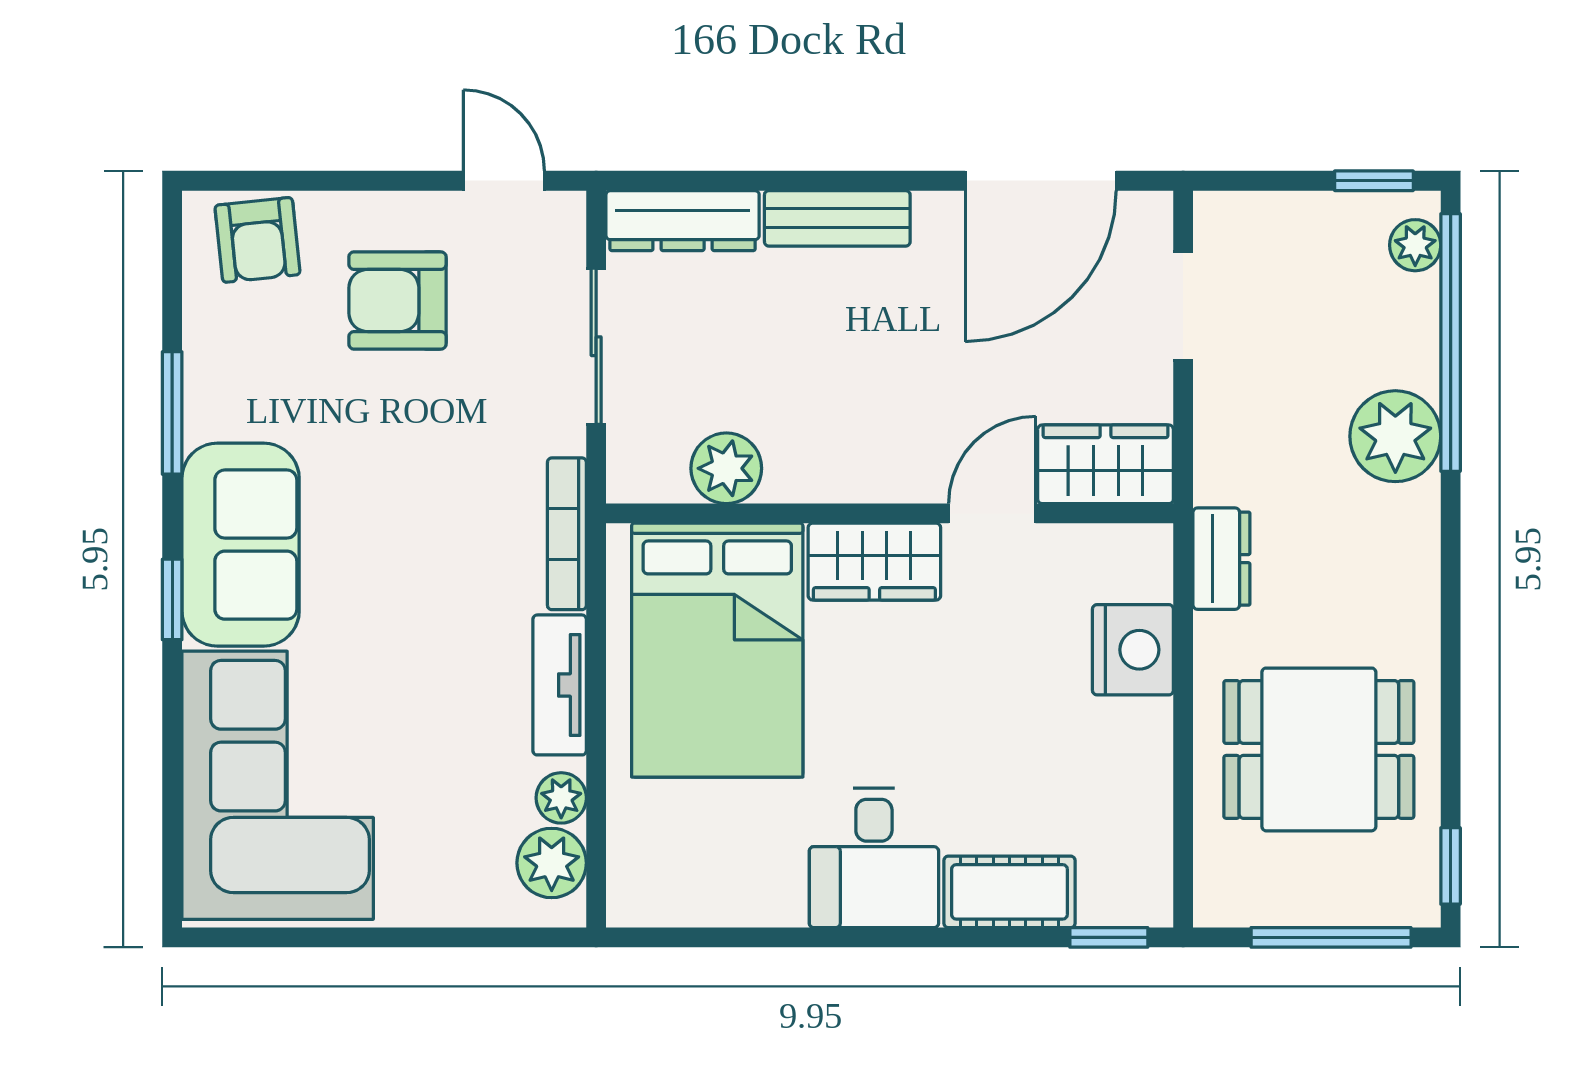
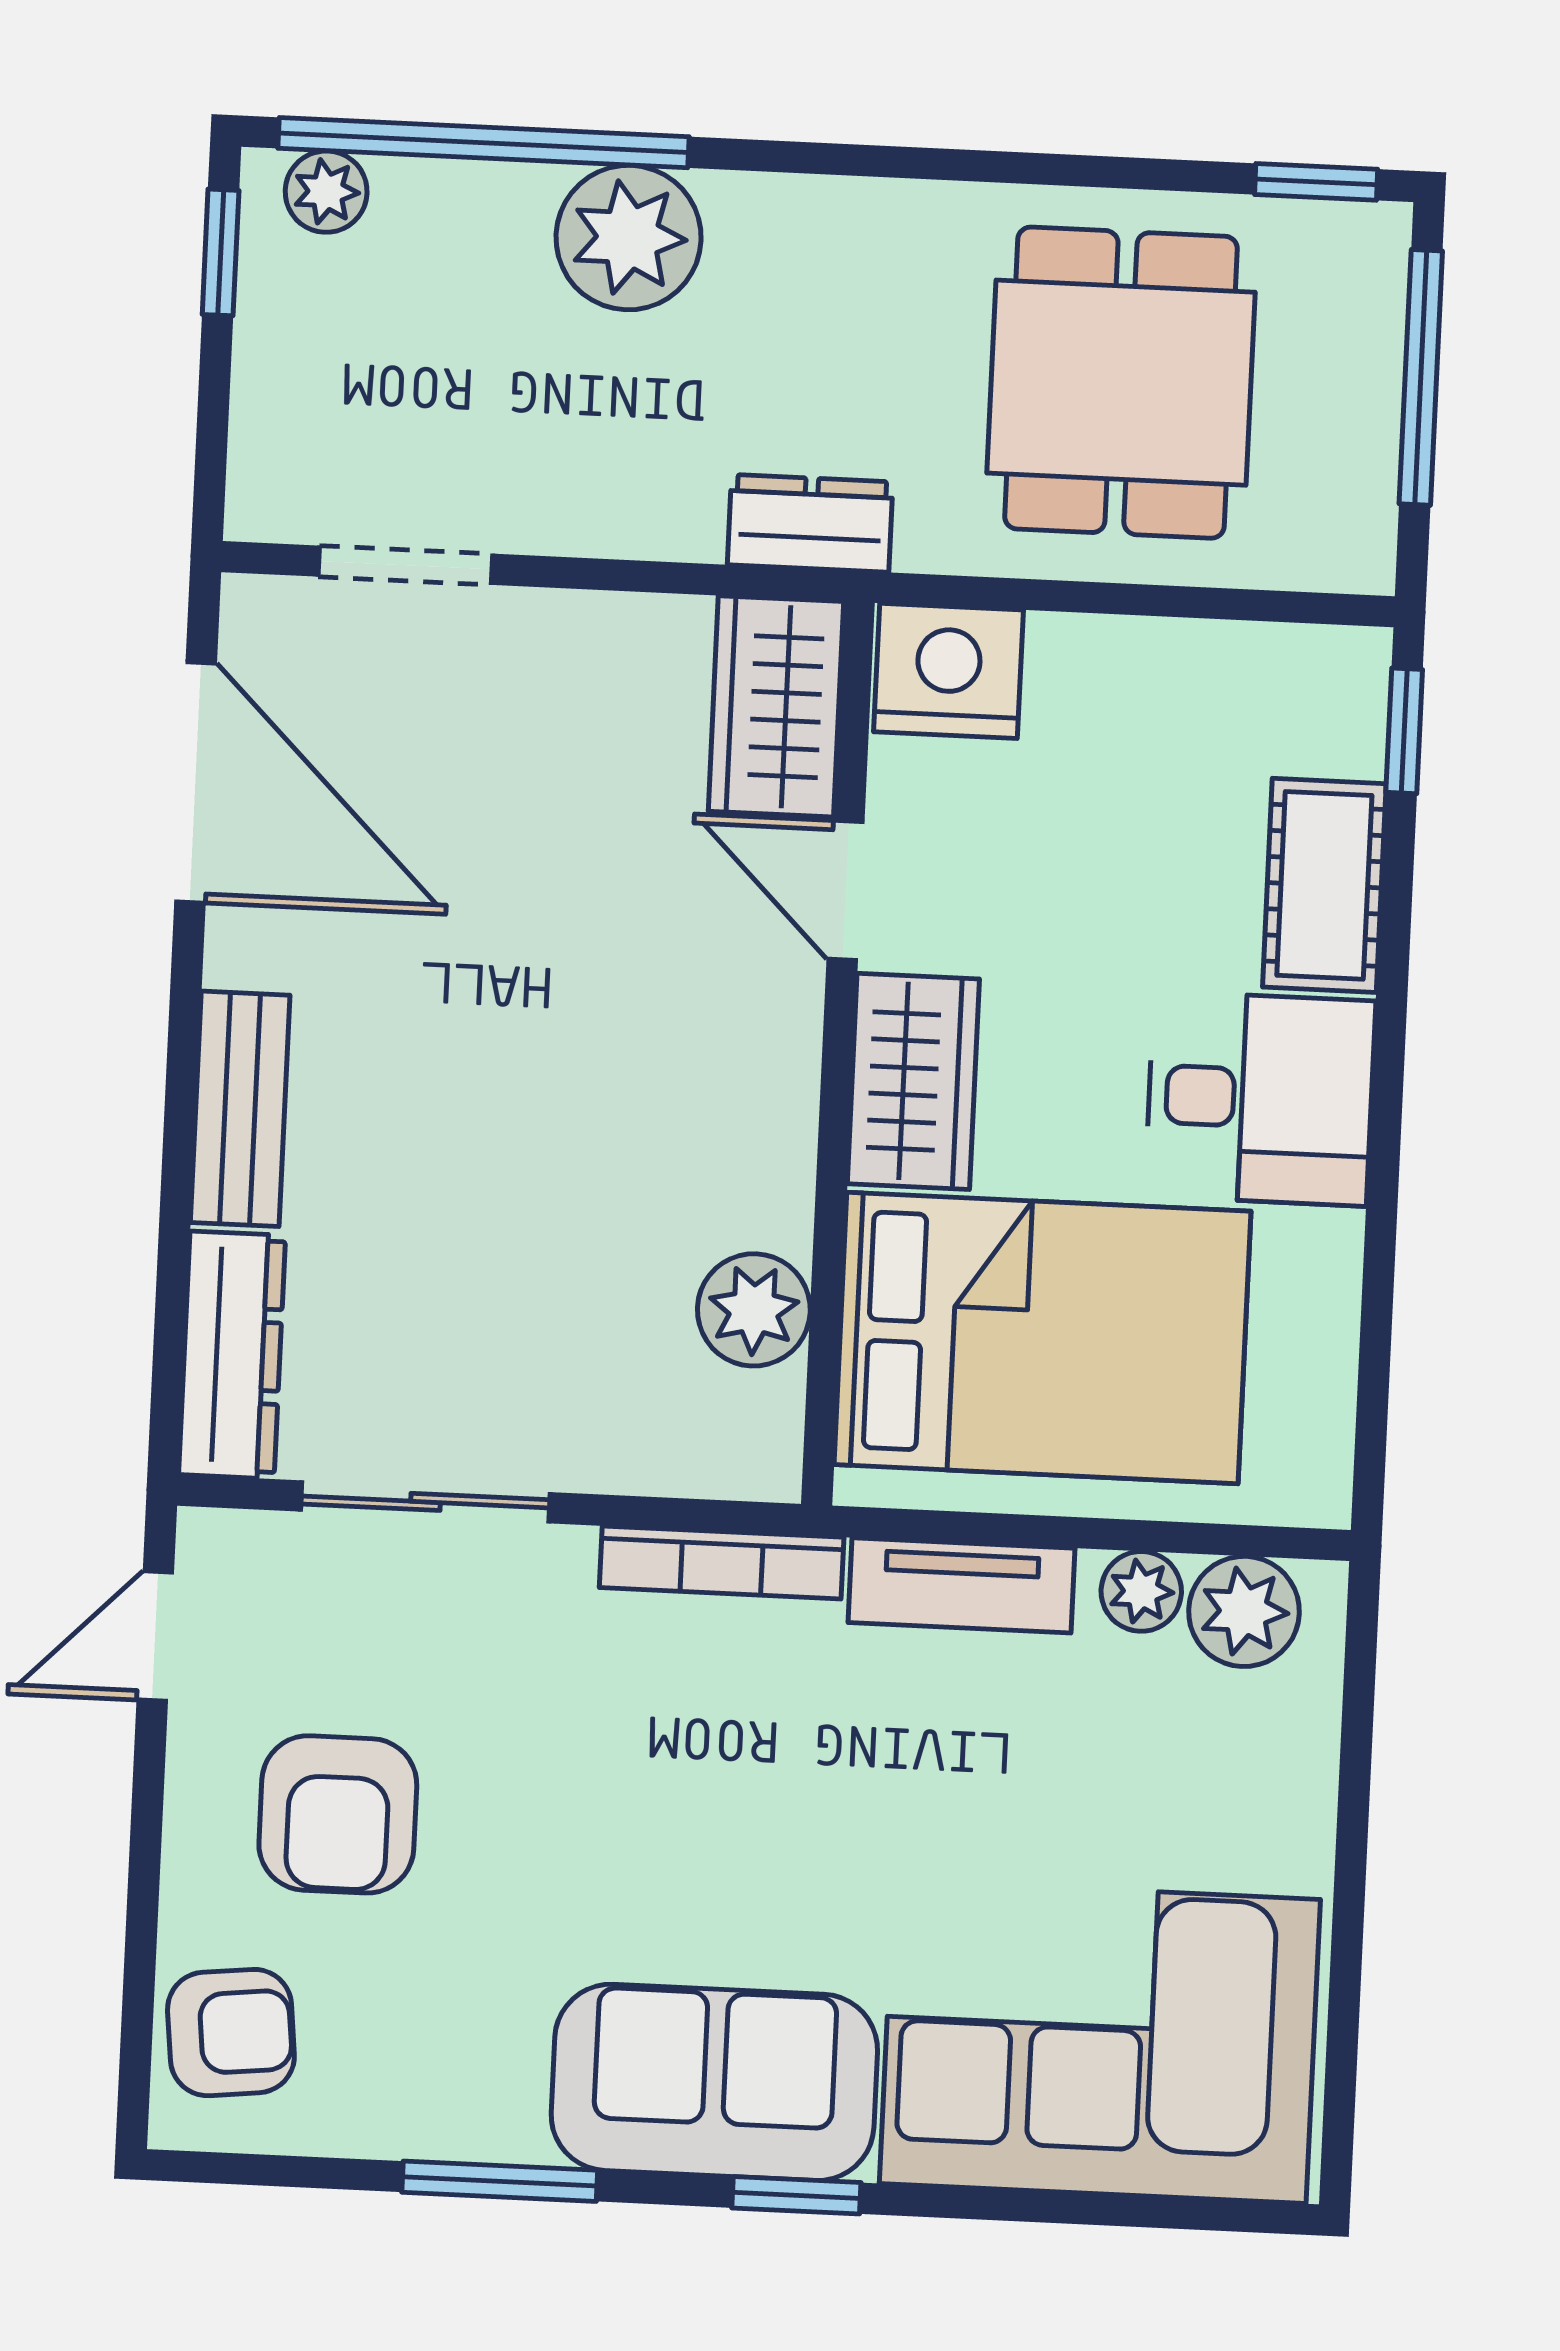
wardrobe: (1106, 464) -> (776, 706), moved
plant: (726, 468) -> (754, 1310), moved
wall: (890, 513) -> (838, 1053), moved
door: (992, 513) -> (846, 890), moved
wardrobe: (874, 562) -> (913, 1081), moved
bed: (717, 650) -> (1042, 1338), moved

